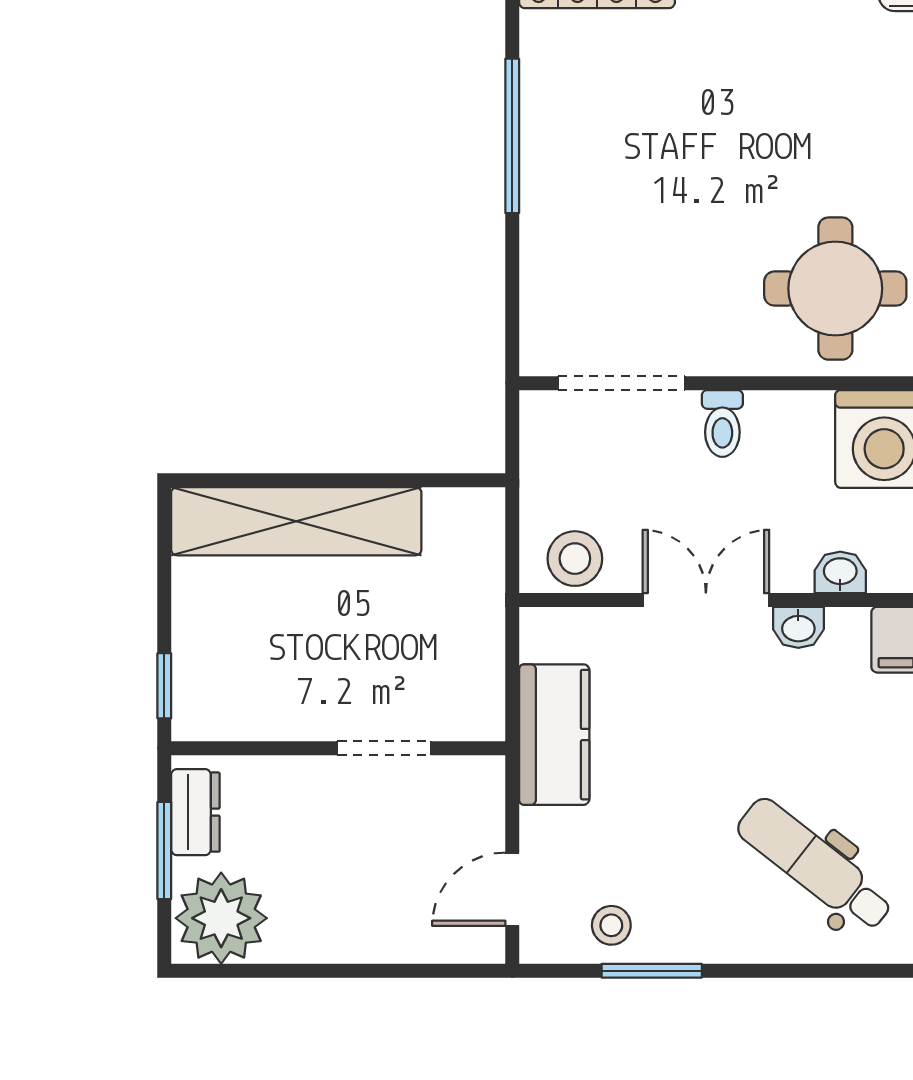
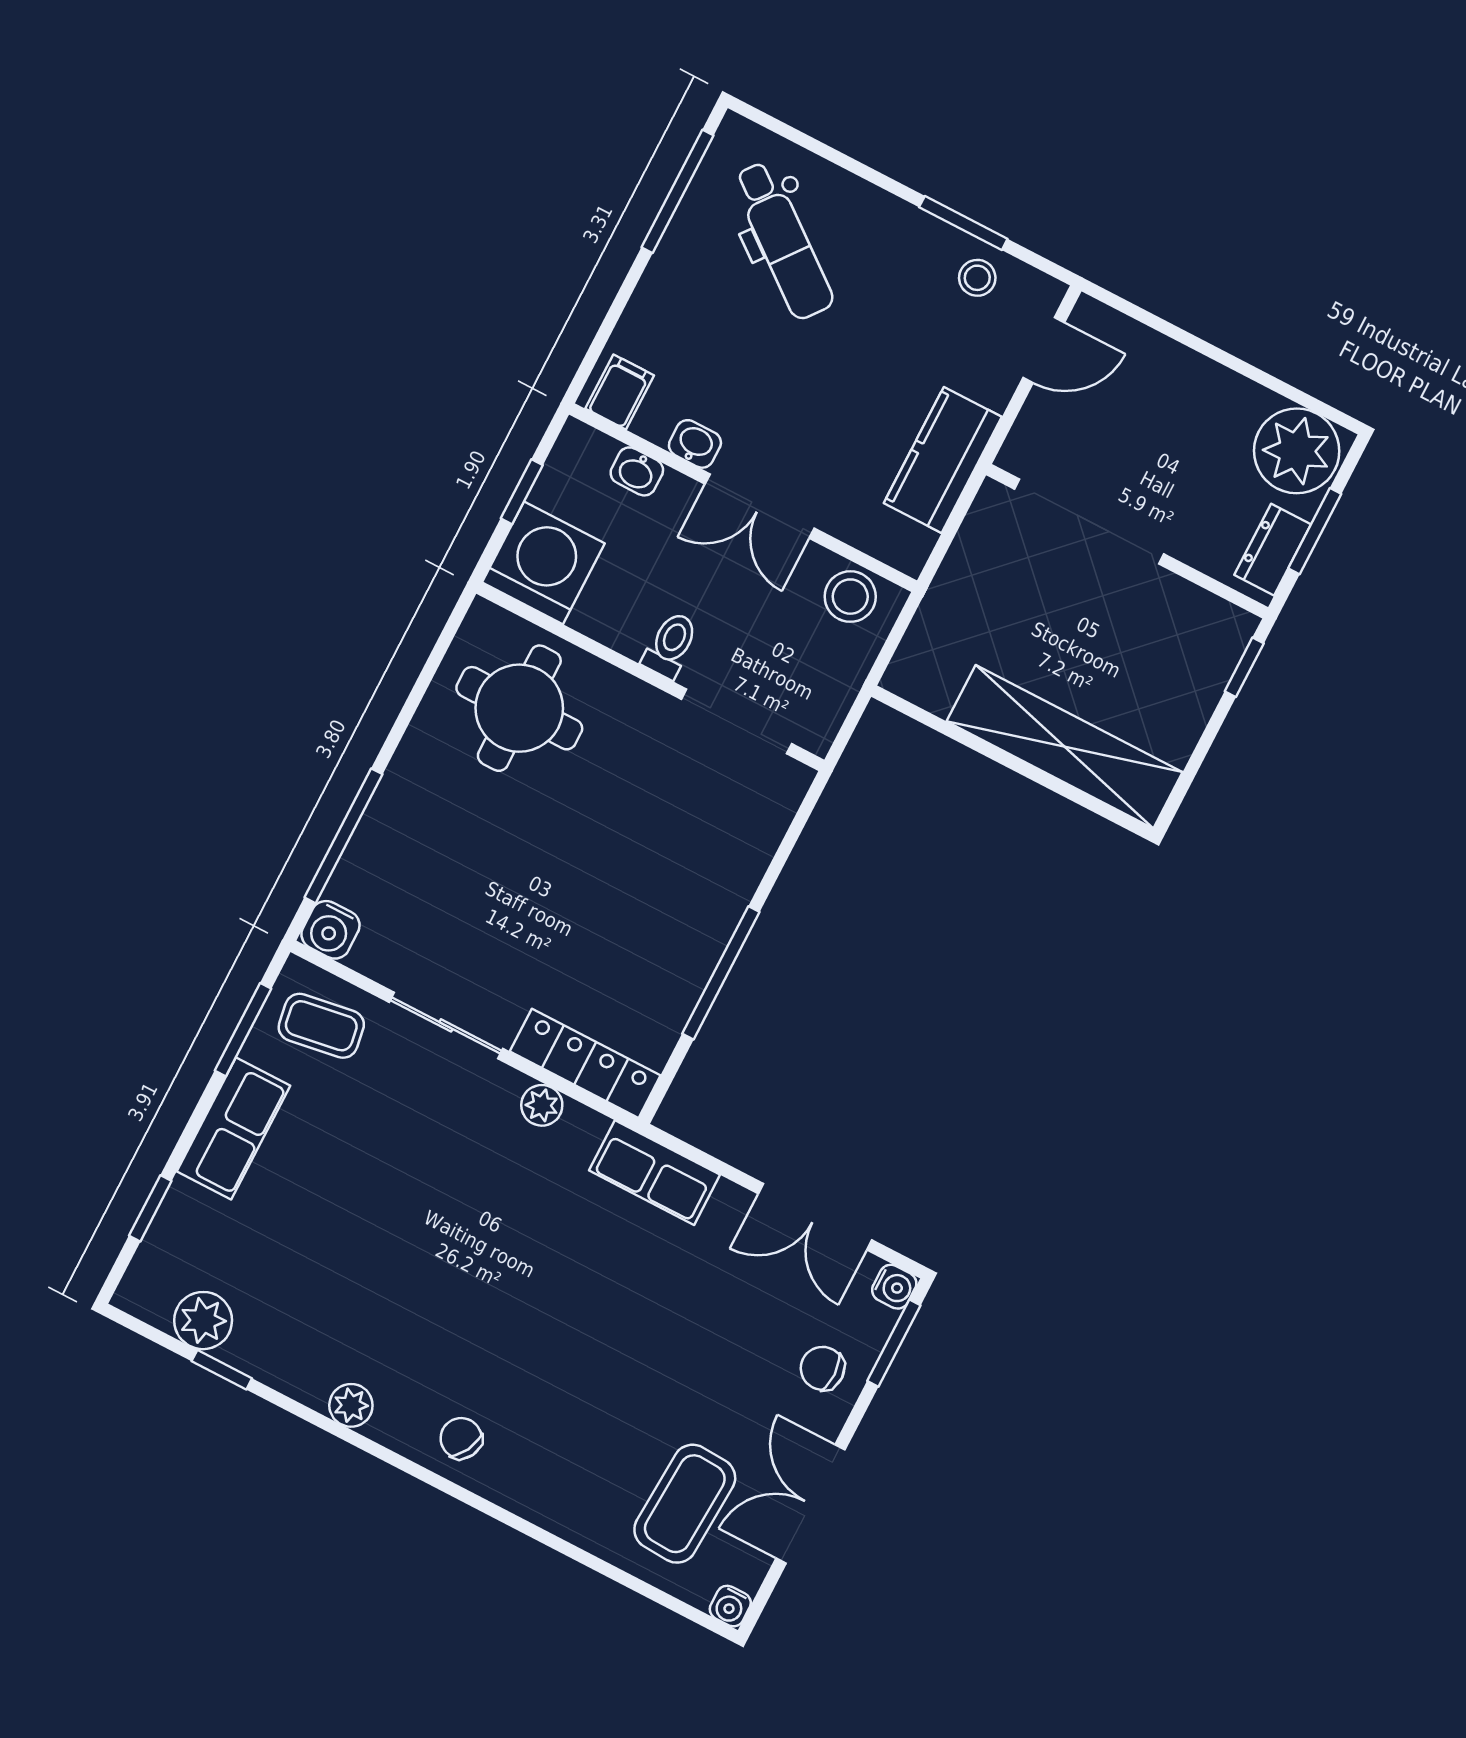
doorway: (384, 748) -> (1089, 521), width x1.87

